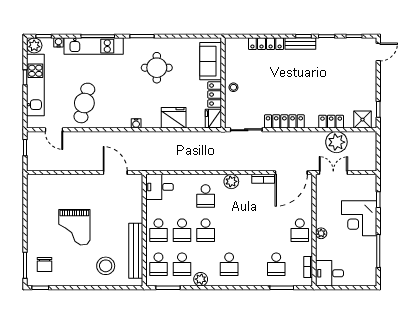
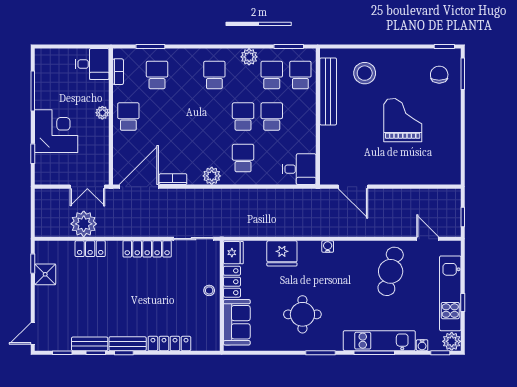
bench: (332, 43) -> (90, 344), added
shower: (363, 120) -> (45, 274), moved
school desk: (158, 230) -> (300, 117), removed

